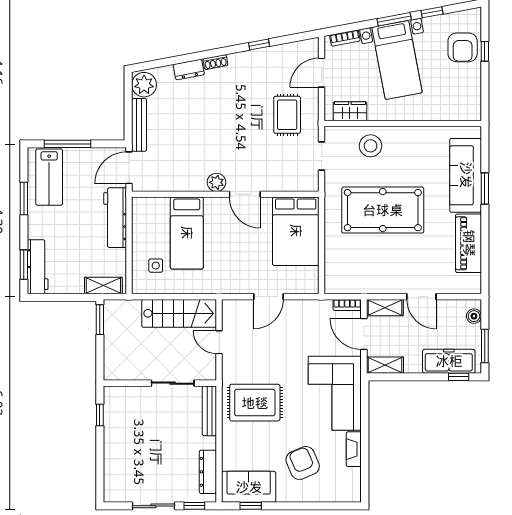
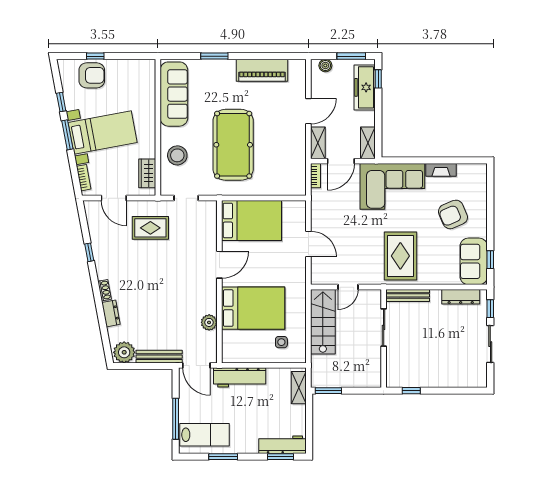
sofa: (466, 175) -> (174, 94), moved, turned -90
plant: (216, 182) -> (209, 322), moved
bed: (187, 233) -> (253, 308), width x1.50

